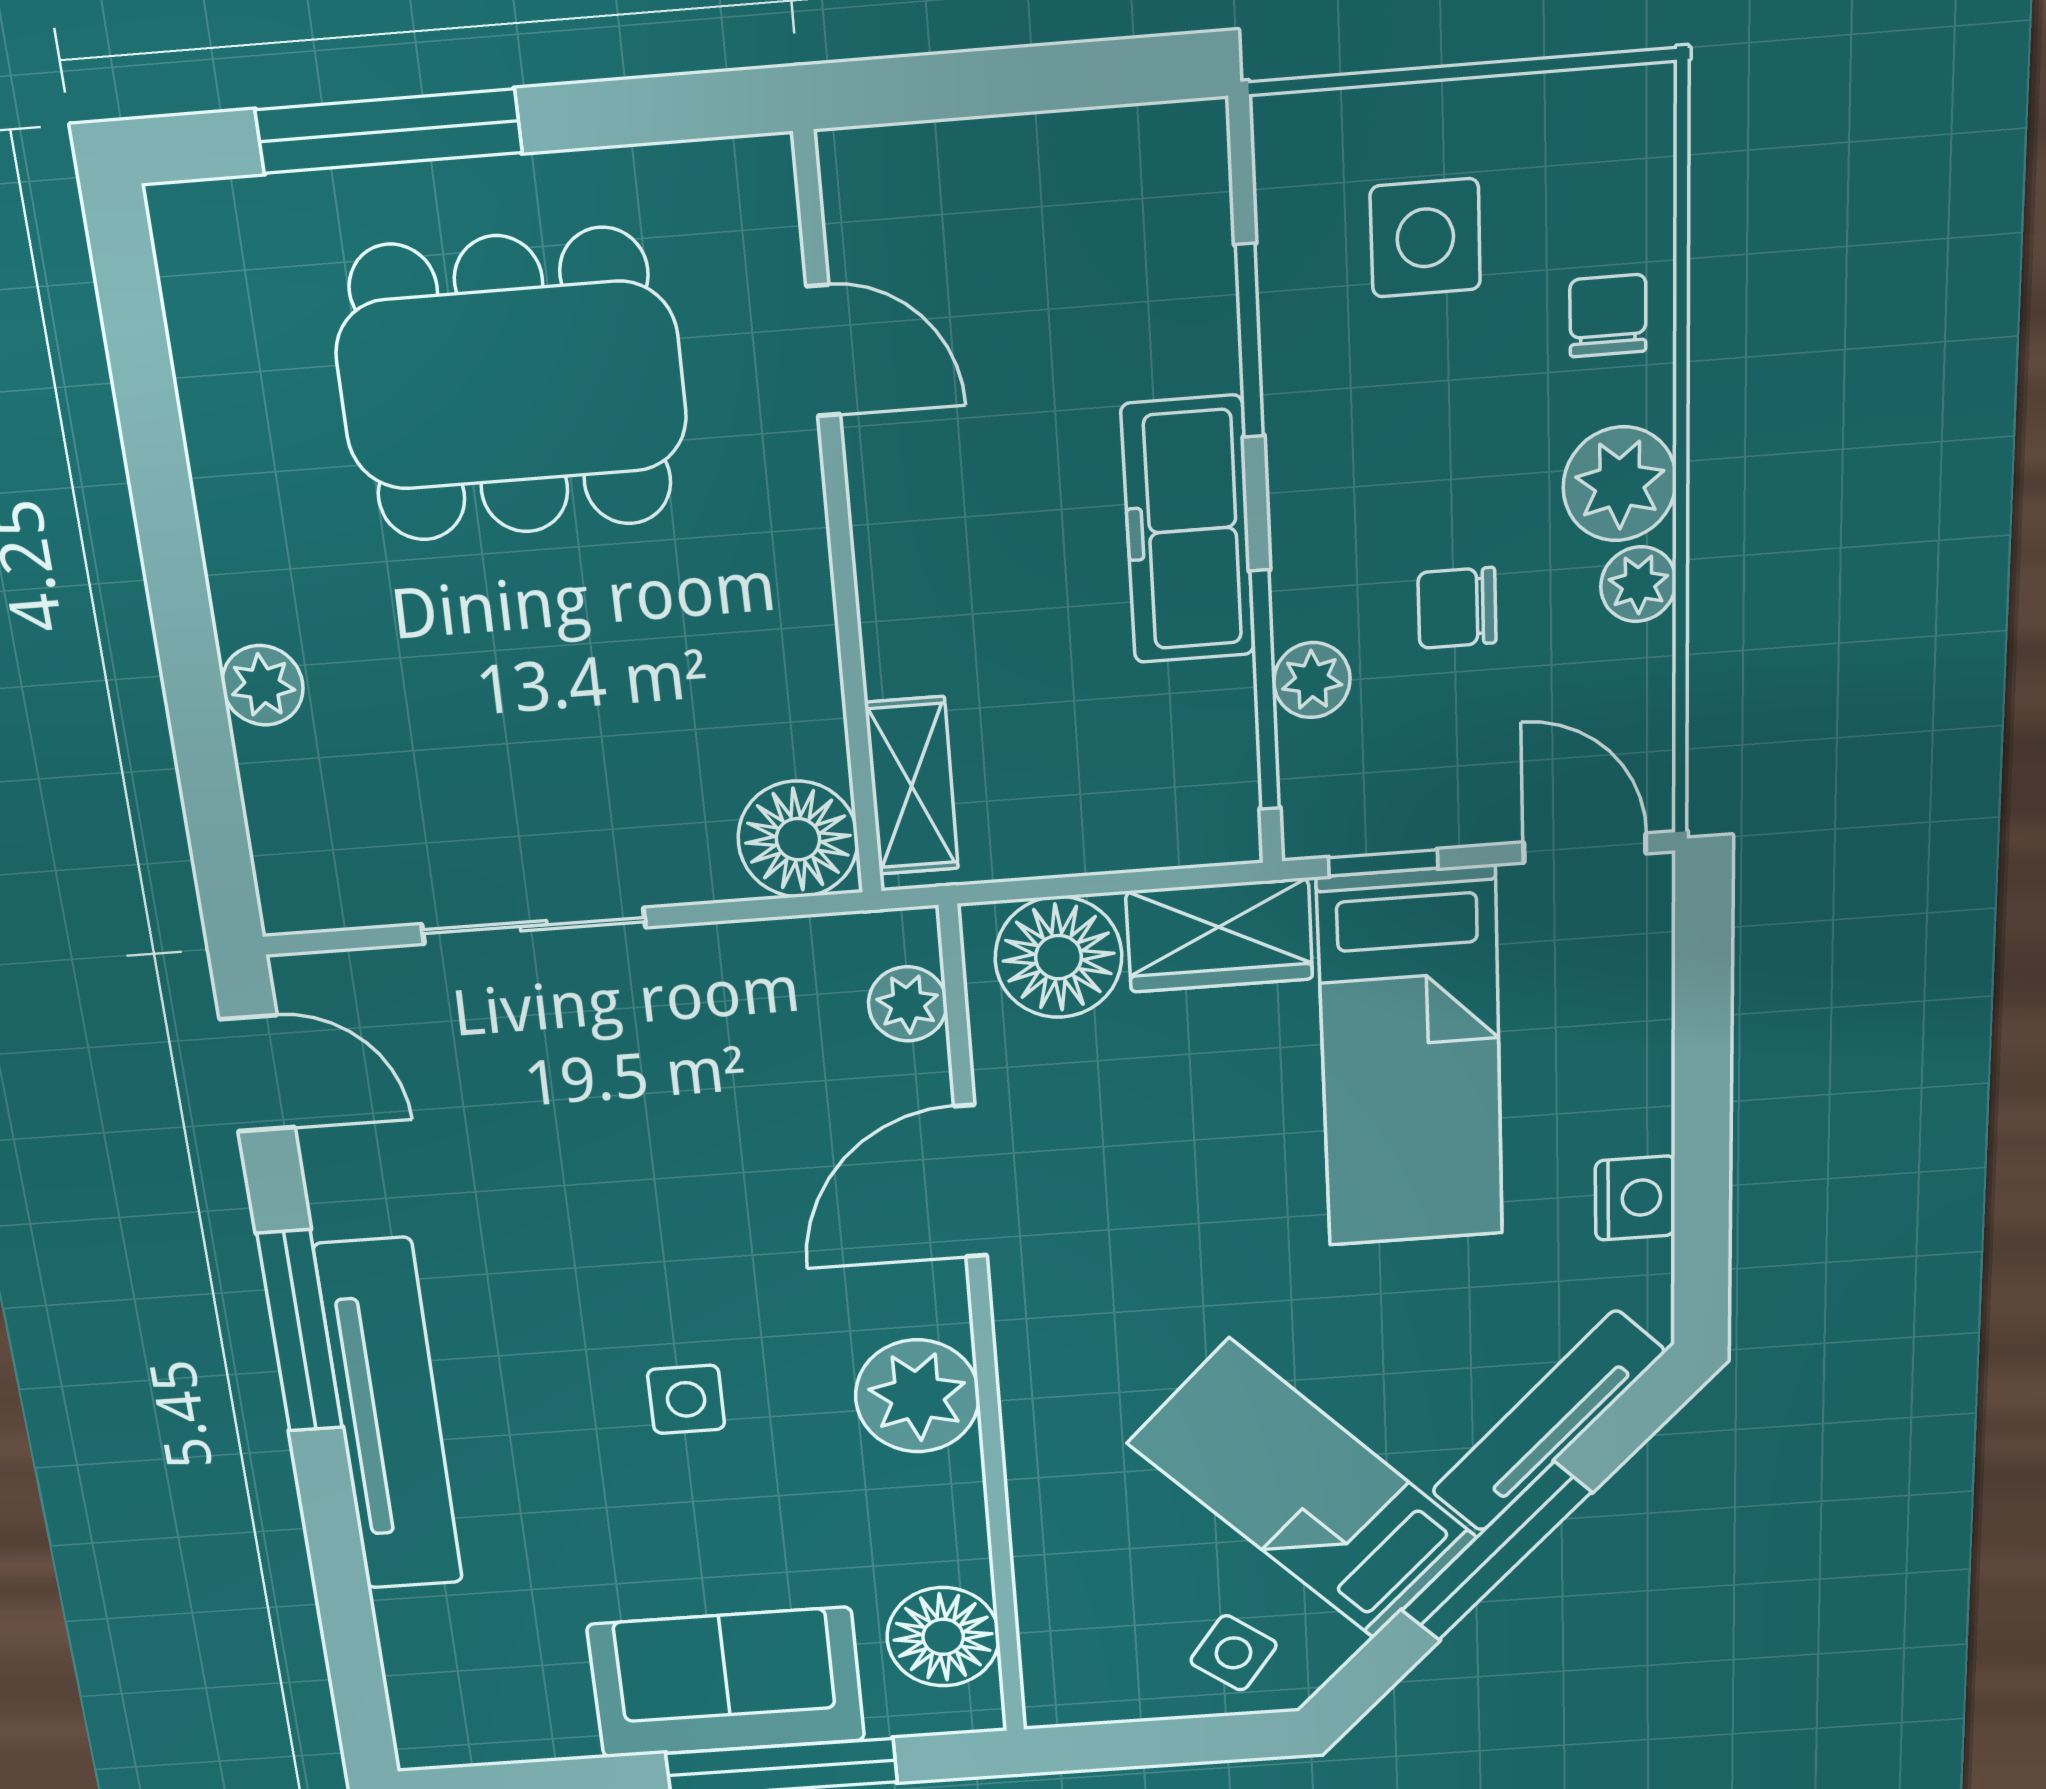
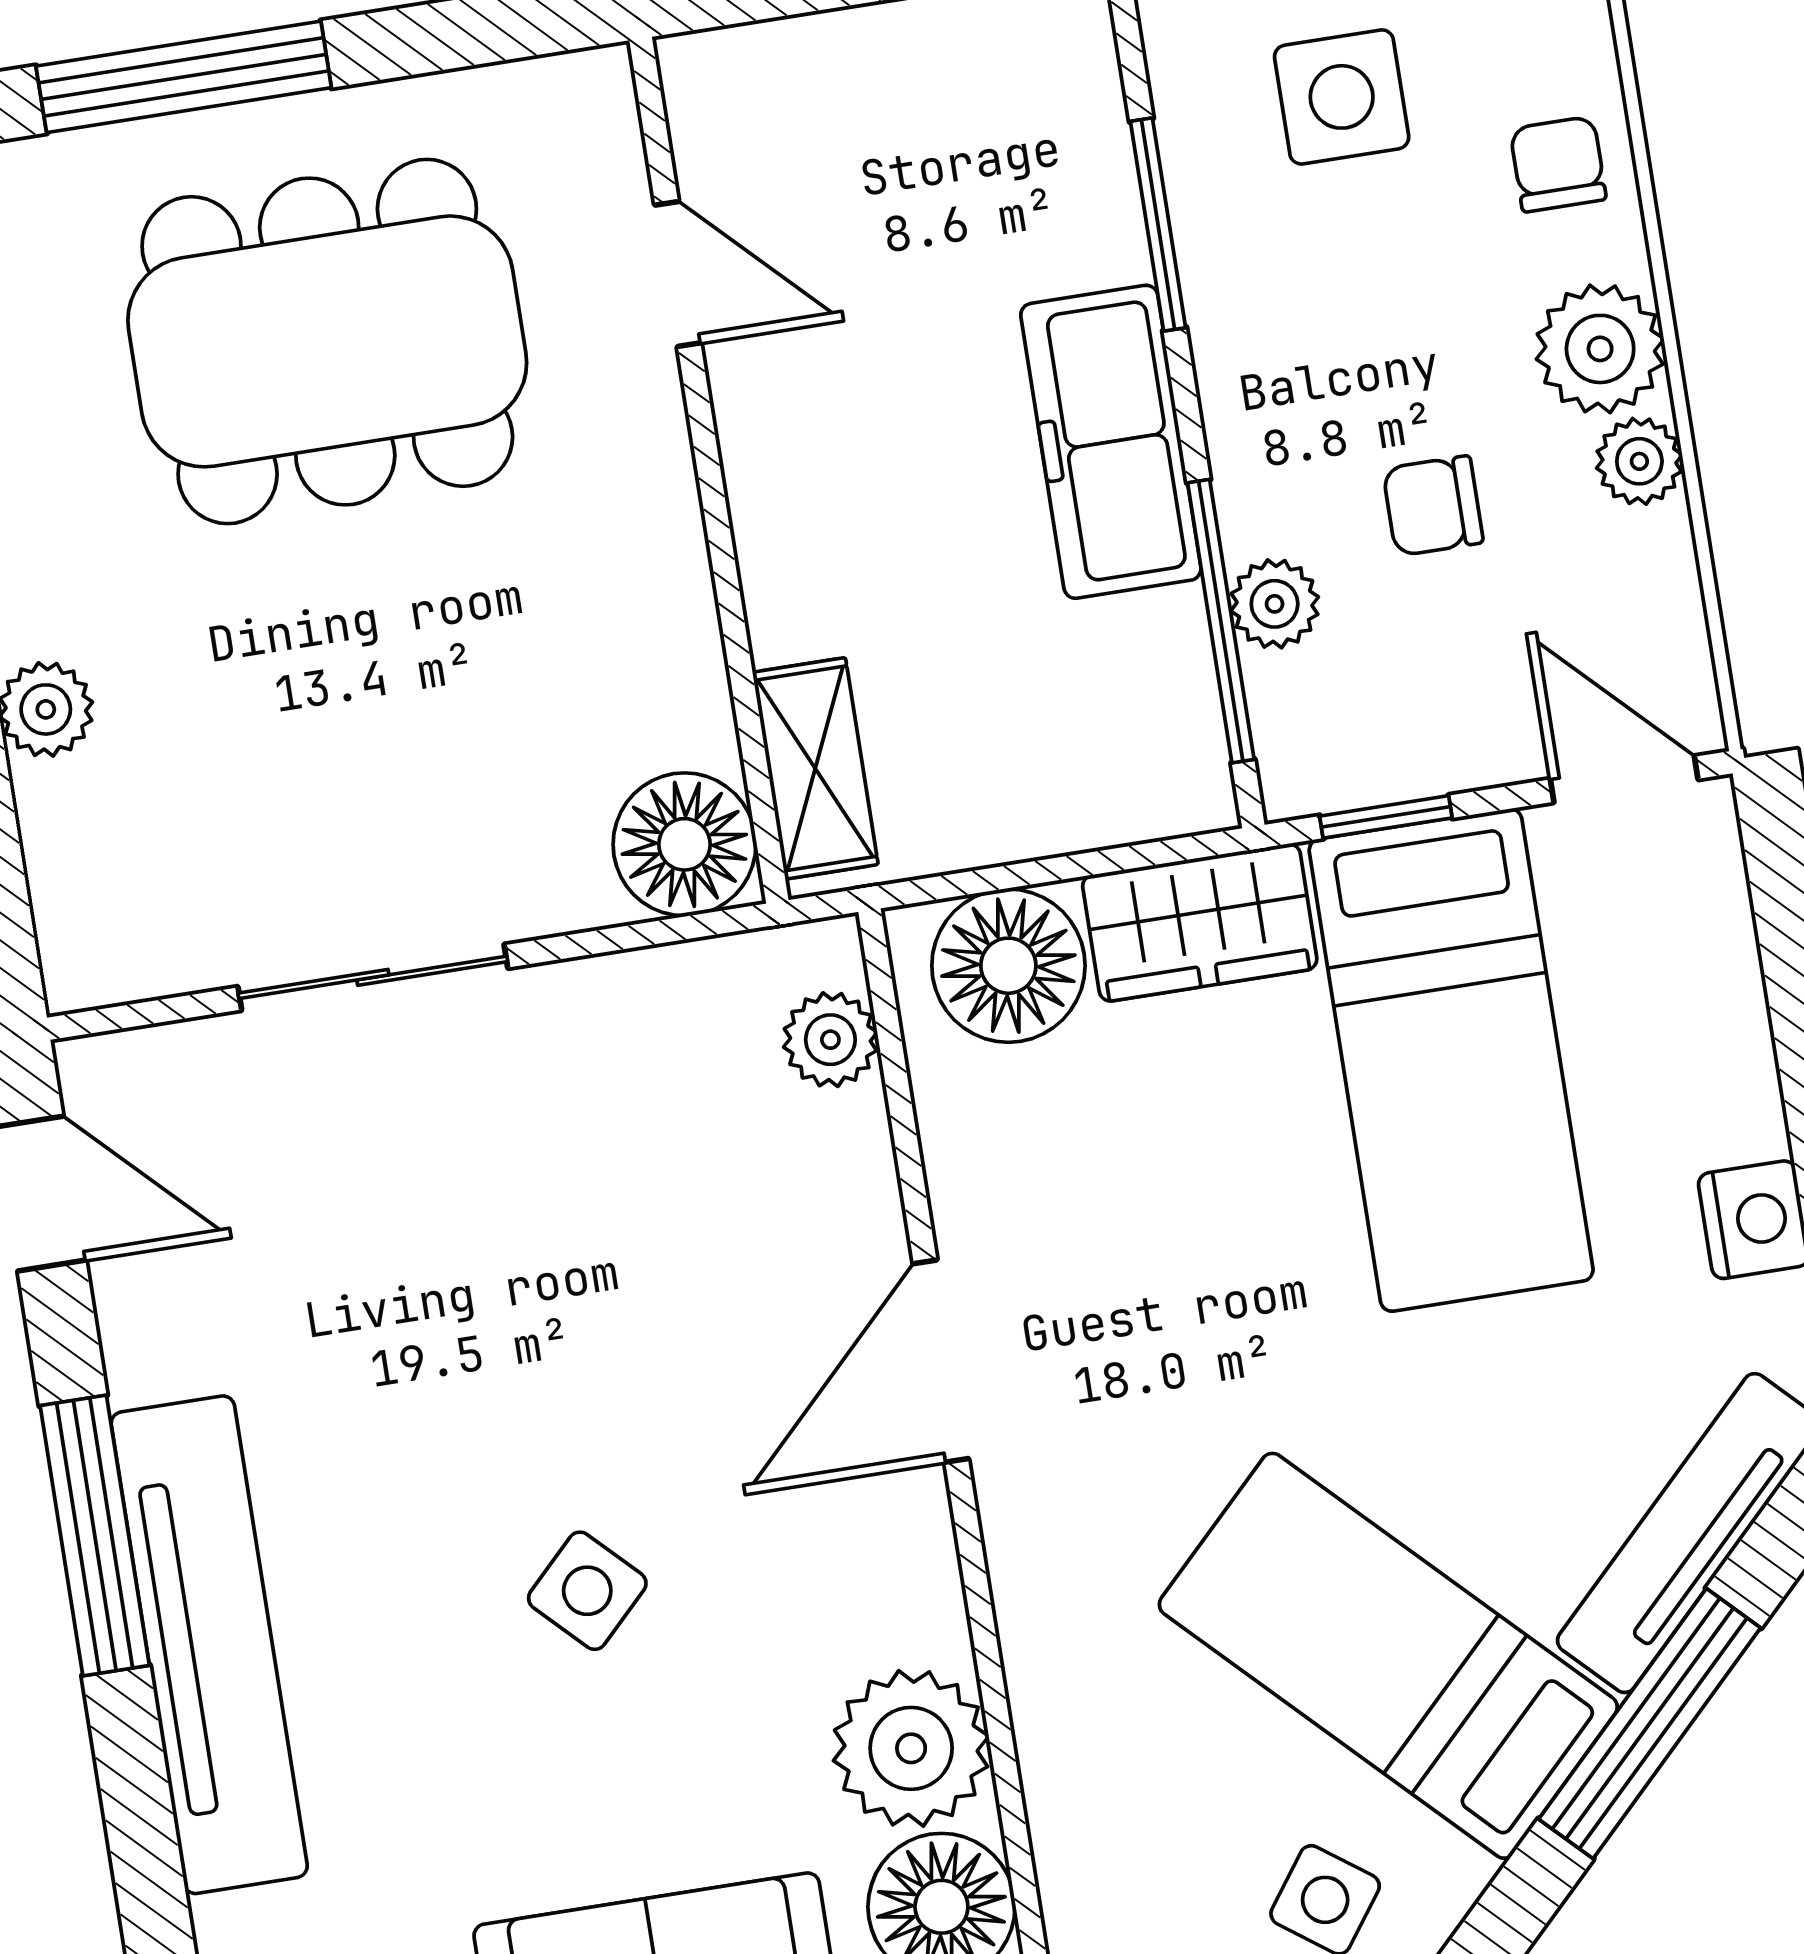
door: (970, 1181) -> (941, 1361), moved
plant: (917, 1396) -> (911, 1748), moved
side table: (686, 1399) -> (587, 1591), turned 45

